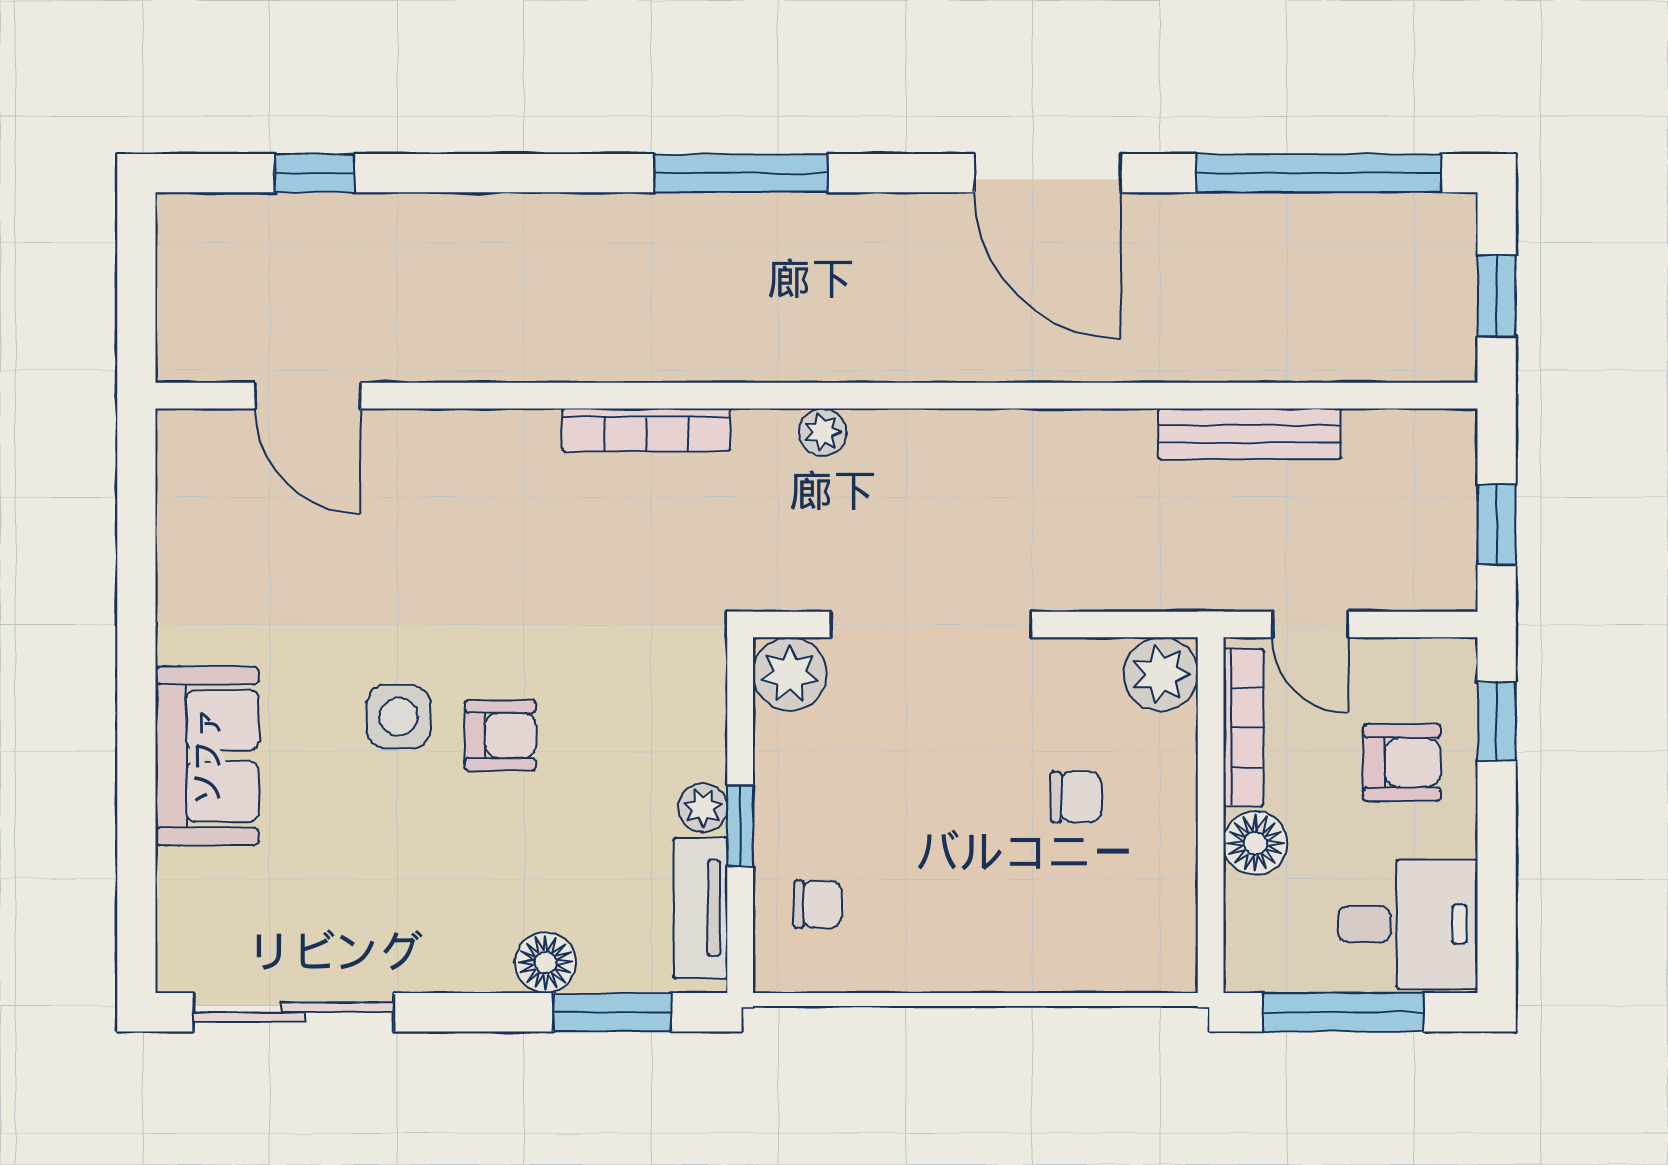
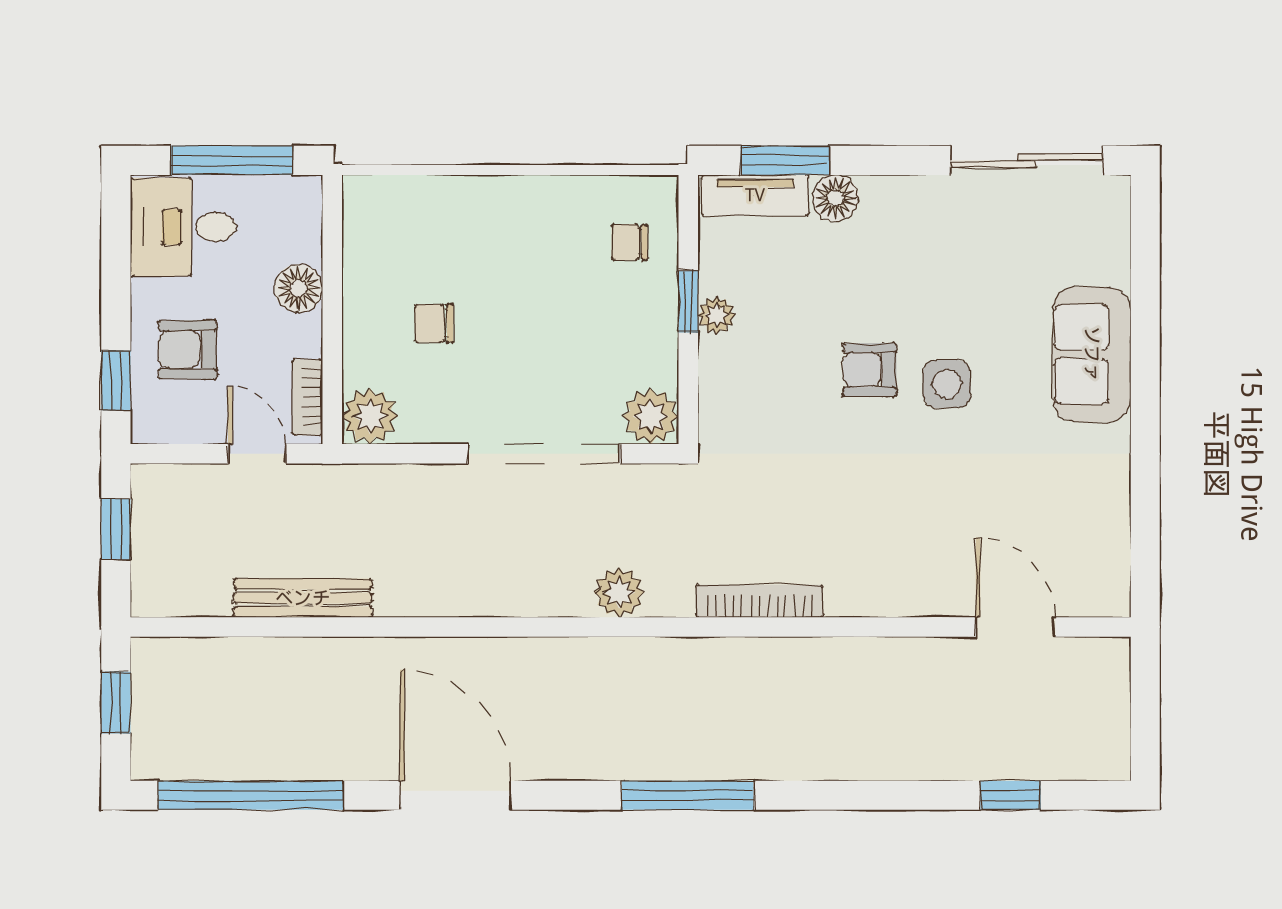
plant: (823, 432) -> (619, 592), width x1.38, depth x1.38
bookcase: (1243, 727) -> (307, 397), width x0.64
tv unit: (701, 908) -> (755, 195), moved, turned 90

